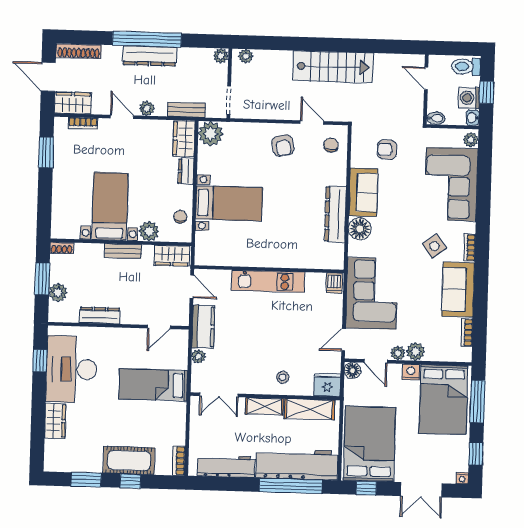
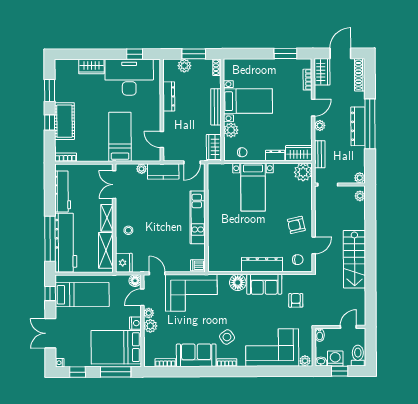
dresser: (335, 214) -> (262, 265), moved
bench: (123, 251) -> (216, 107), width x1.36
bed: (369, 444) -> (82, 295), width x0.67

